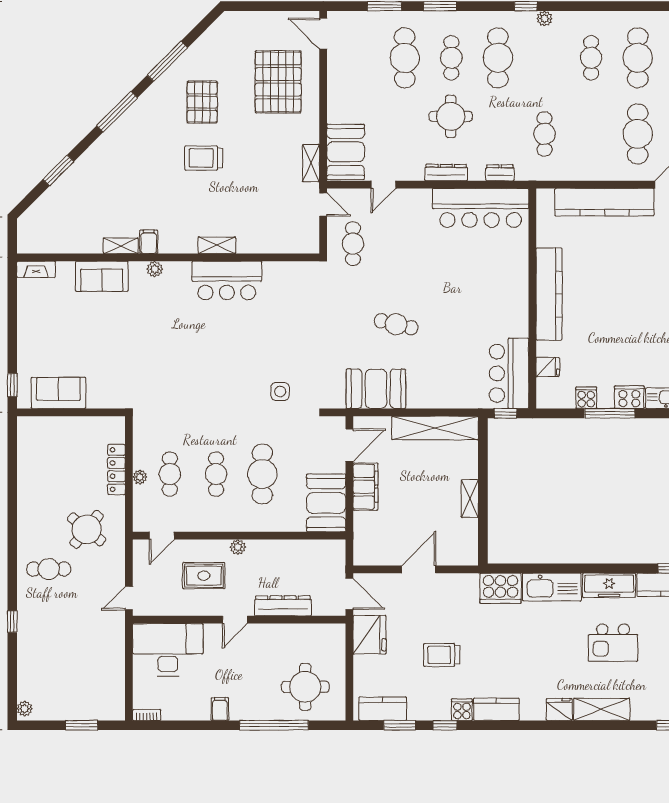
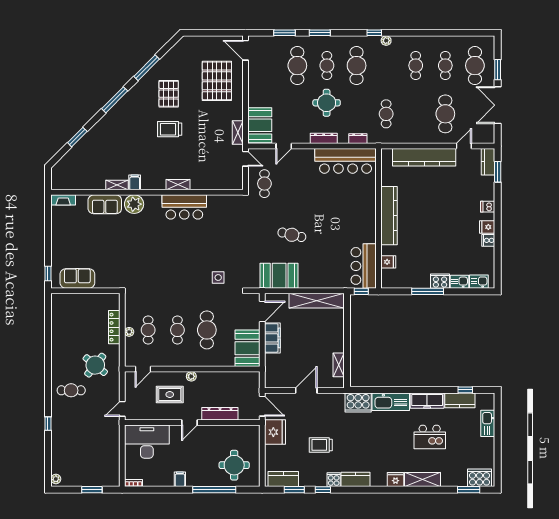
cafe table: (638, 58) -> (445, 66), width x0.73, depth x0.74
plant: (155, 269) -> (134, 204), width x1.88, depth x1.88
cooker: (586, 398) -> (413, 282), removed
shelving: (470, 499) -> (339, 365), moved

